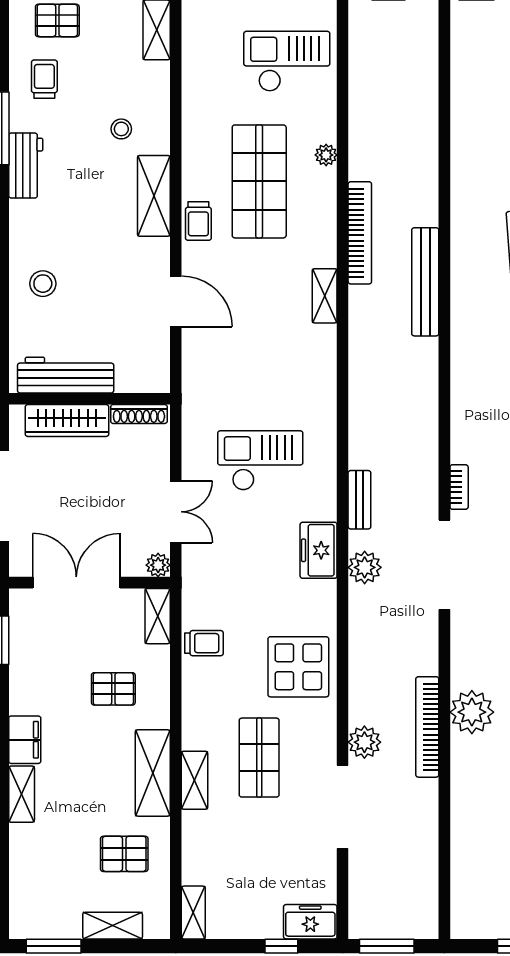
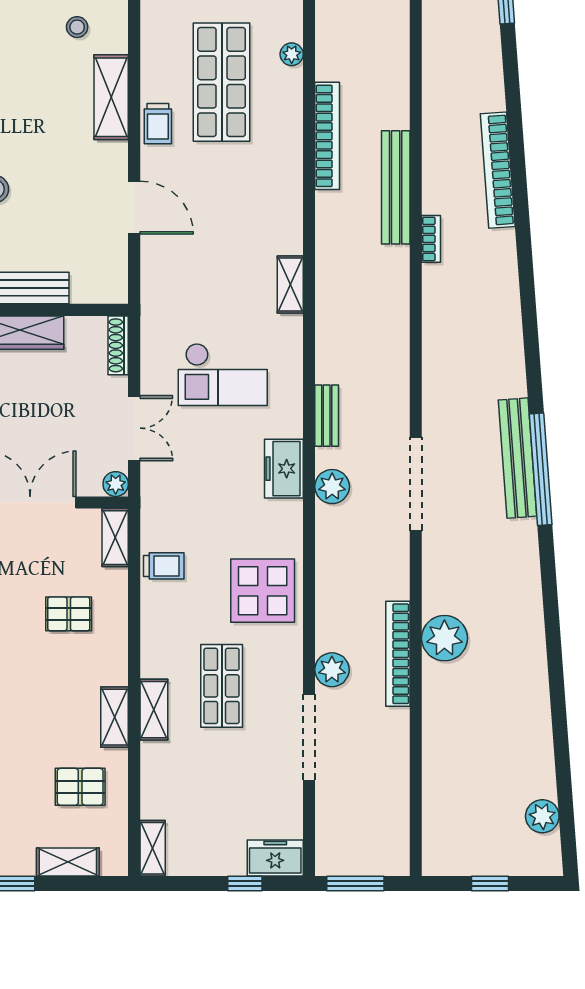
shelving: (325, 296) -> (290, 284), moved
shoe rack: (139, 414) -> (118, 345), moved, turned 90
checkout: (260, 460) -> (223, 374), turned 180
bookcase: (459, 487) -> (431, 239), moved
shelving: (153, 773) -> (115, 717), width x0.67, depth x0.75

